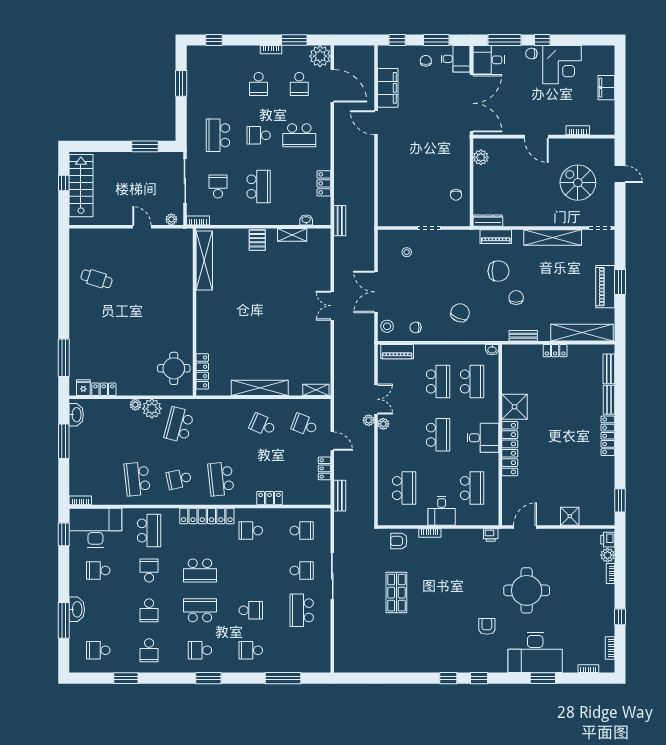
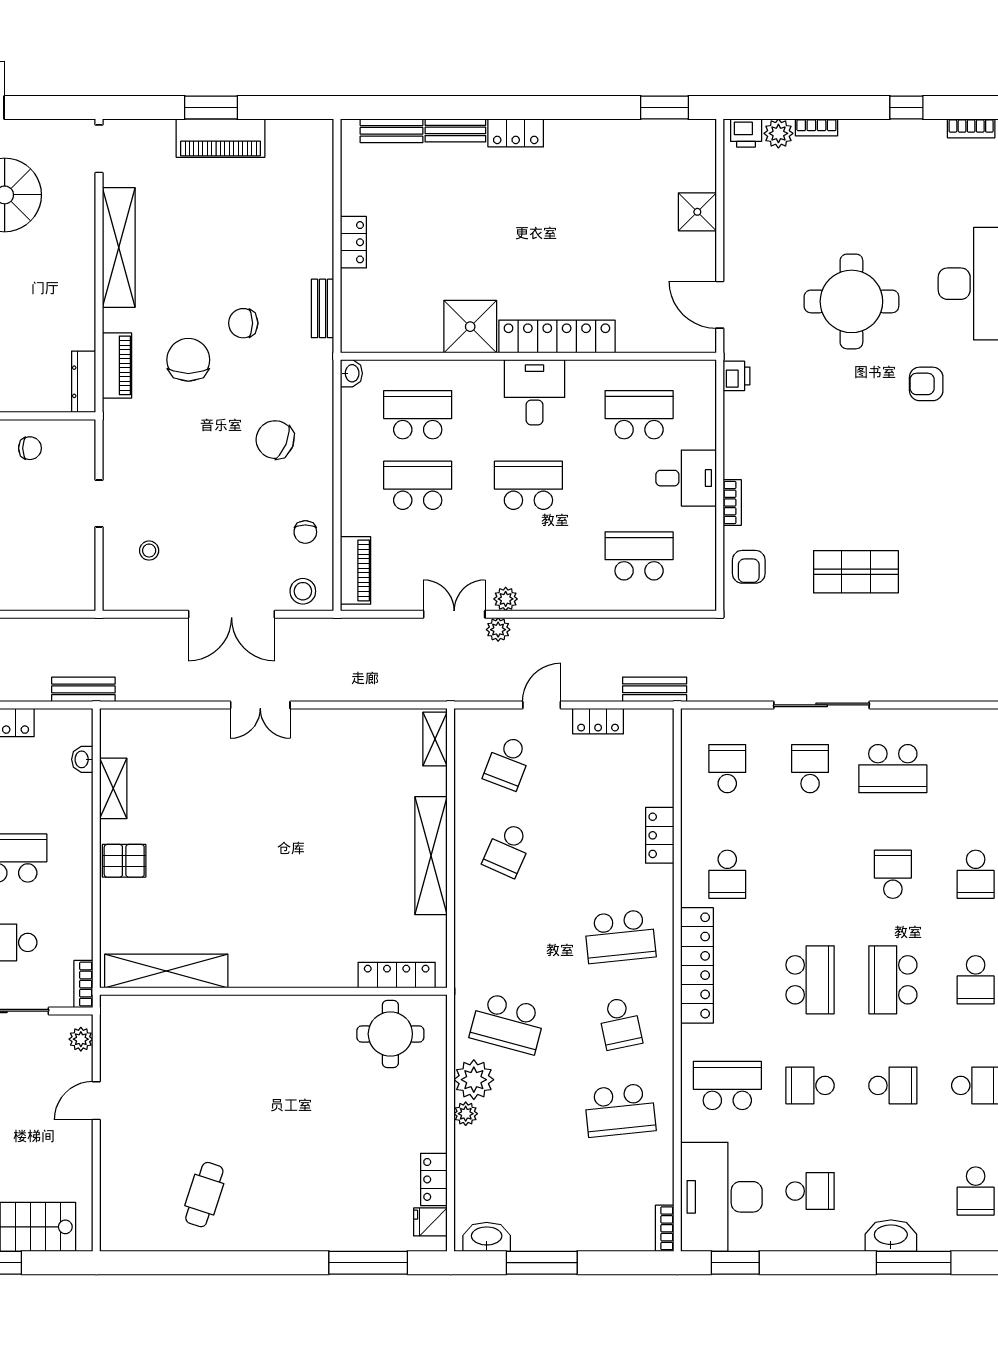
shelving: (582, 333) -> (316, 187), removed
locker: (608, 436) -> (516, 133), width x0.66
school desk: (98, 570) -> (810, 1191), turned -90

